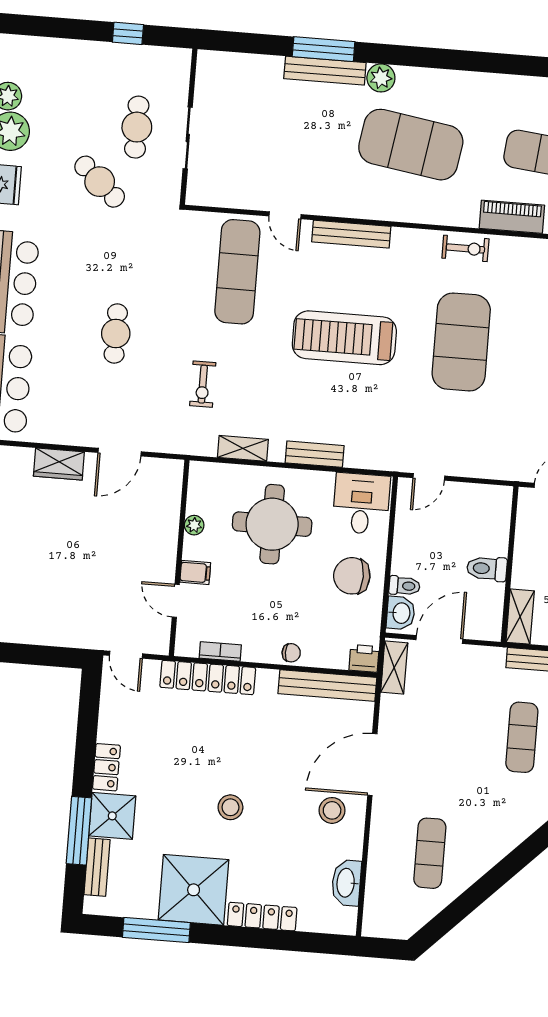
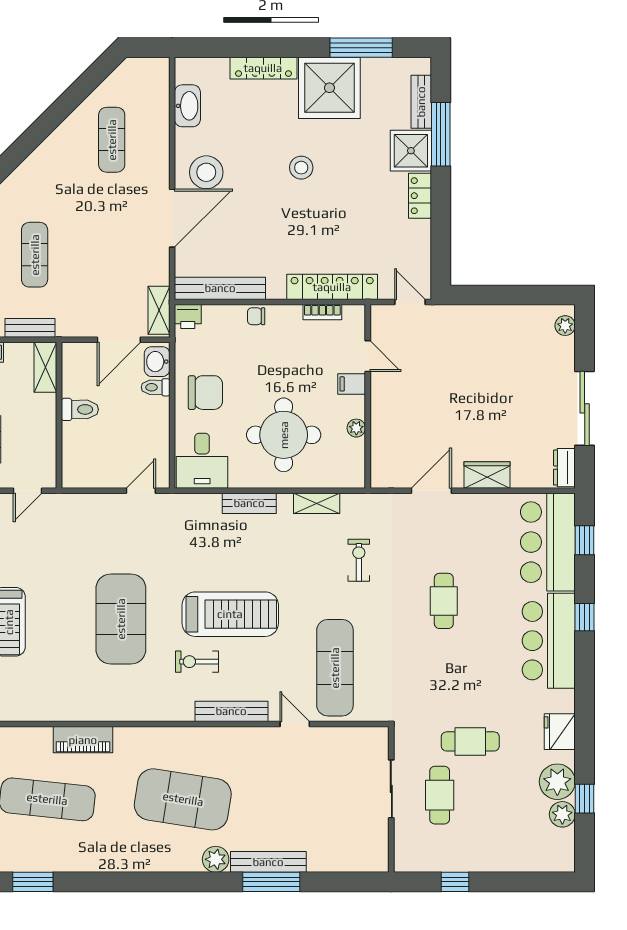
cafe table: (100, 182) -> (470, 741), turned -42
exercise bike: (465, 248) -> (197, 662), moved
stool: (332, 810) -> (206, 172), width x1.38, depth x1.38

